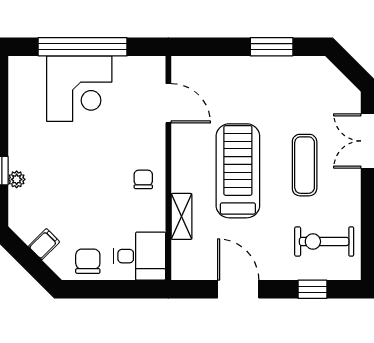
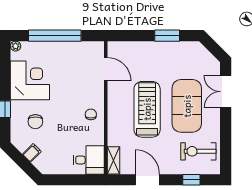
corner desk: (79, 89) -> (30, 80), moved, turned -90
exercise mat: (305, 165) -> (187, 106), width x2.00, depth x1.45
plant: (17, 179) -> (16, 46), moved
shelving: (181, 216) -> (114, 160), moved
chair: (88, 261) -> (35, 122), moved, turned 180

